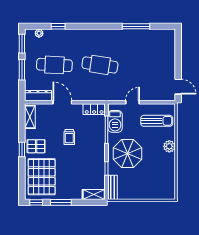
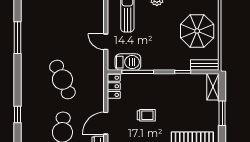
window: (58, 26) -> (17, 115), moved
cafe table: (100, 65) -> (62, 80), turned -33
parasol: (127, 154) -> (197, 31), moved
window: (61, 202) -> (222, 113), moved

